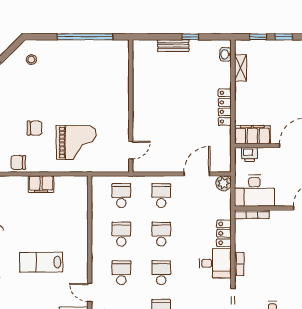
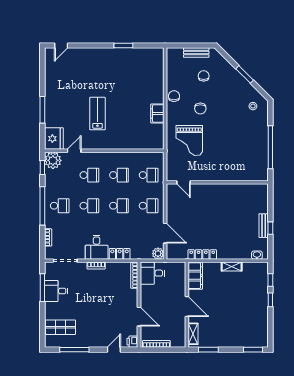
bench: (173, 46) -> (264, 226), moved
shelving: (241, 68) -> (232, 267), moved
locker: (225, 107) -> (202, 254), moved
printer: (249, 154) -> (180, 273), removed
desk: (254, 191) -> (152, 273), width x0.73

